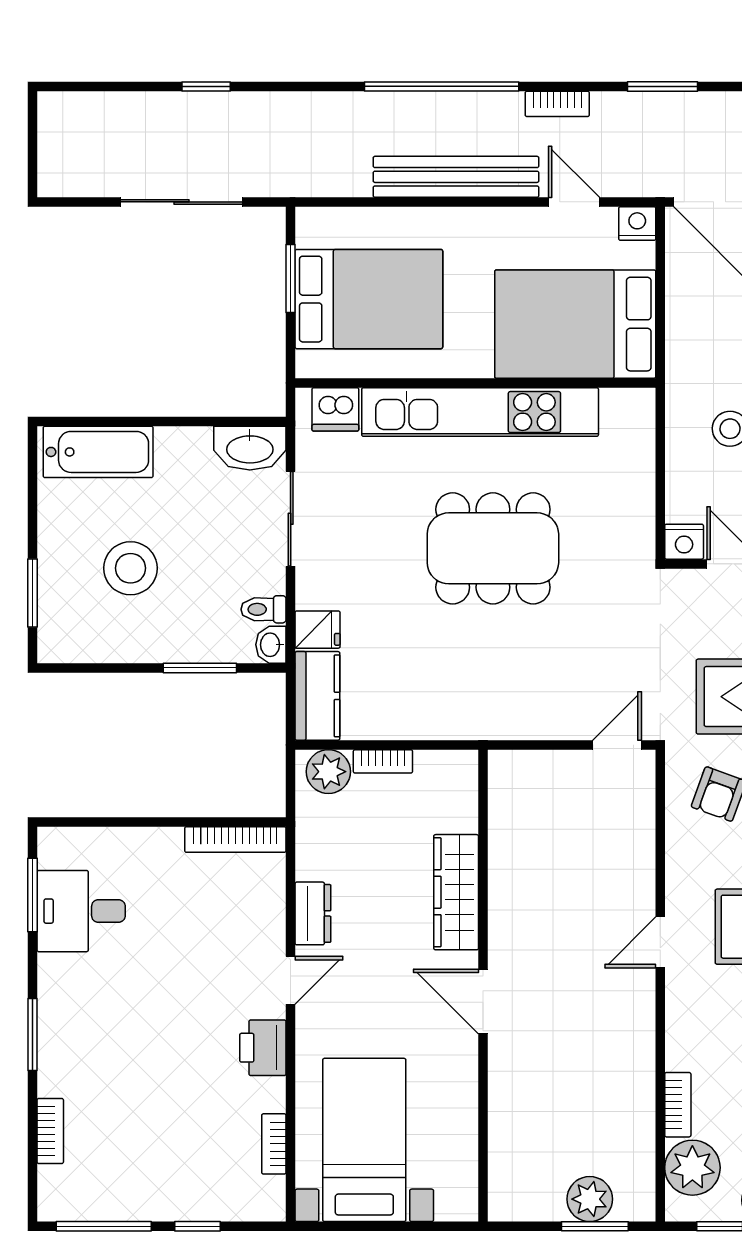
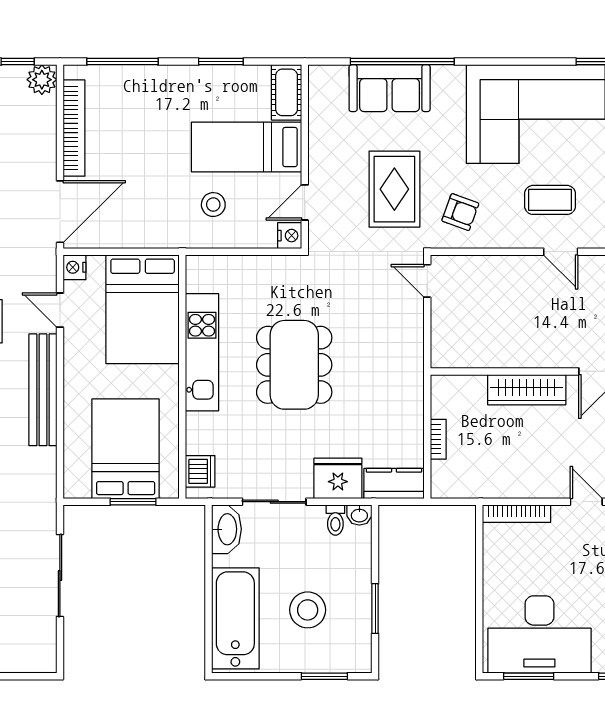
door: (574, 202) -> (60, 310), hinge flipped
window: (291, 279) -> (133, 502), moved
kitchen unit: (480, 412) -> (202, 352), width x0.73
bathtub: (98, 452) -> (235, 618), width x1.36, depth x1.36
fridge: (318, 630) -> (338, 478), width x1.88, depth x1.34
window: (200, 668) -> (375, 609), moved
plant: (328, 772) -> (445, 476), removed
bookcase: (235, 840) -> (517, 514), moved, turned 90
desk: (81, 911) -> (539, 634), width x1.87, depth x1.30
dresser: (313, 913) -> (541, 487), removed

